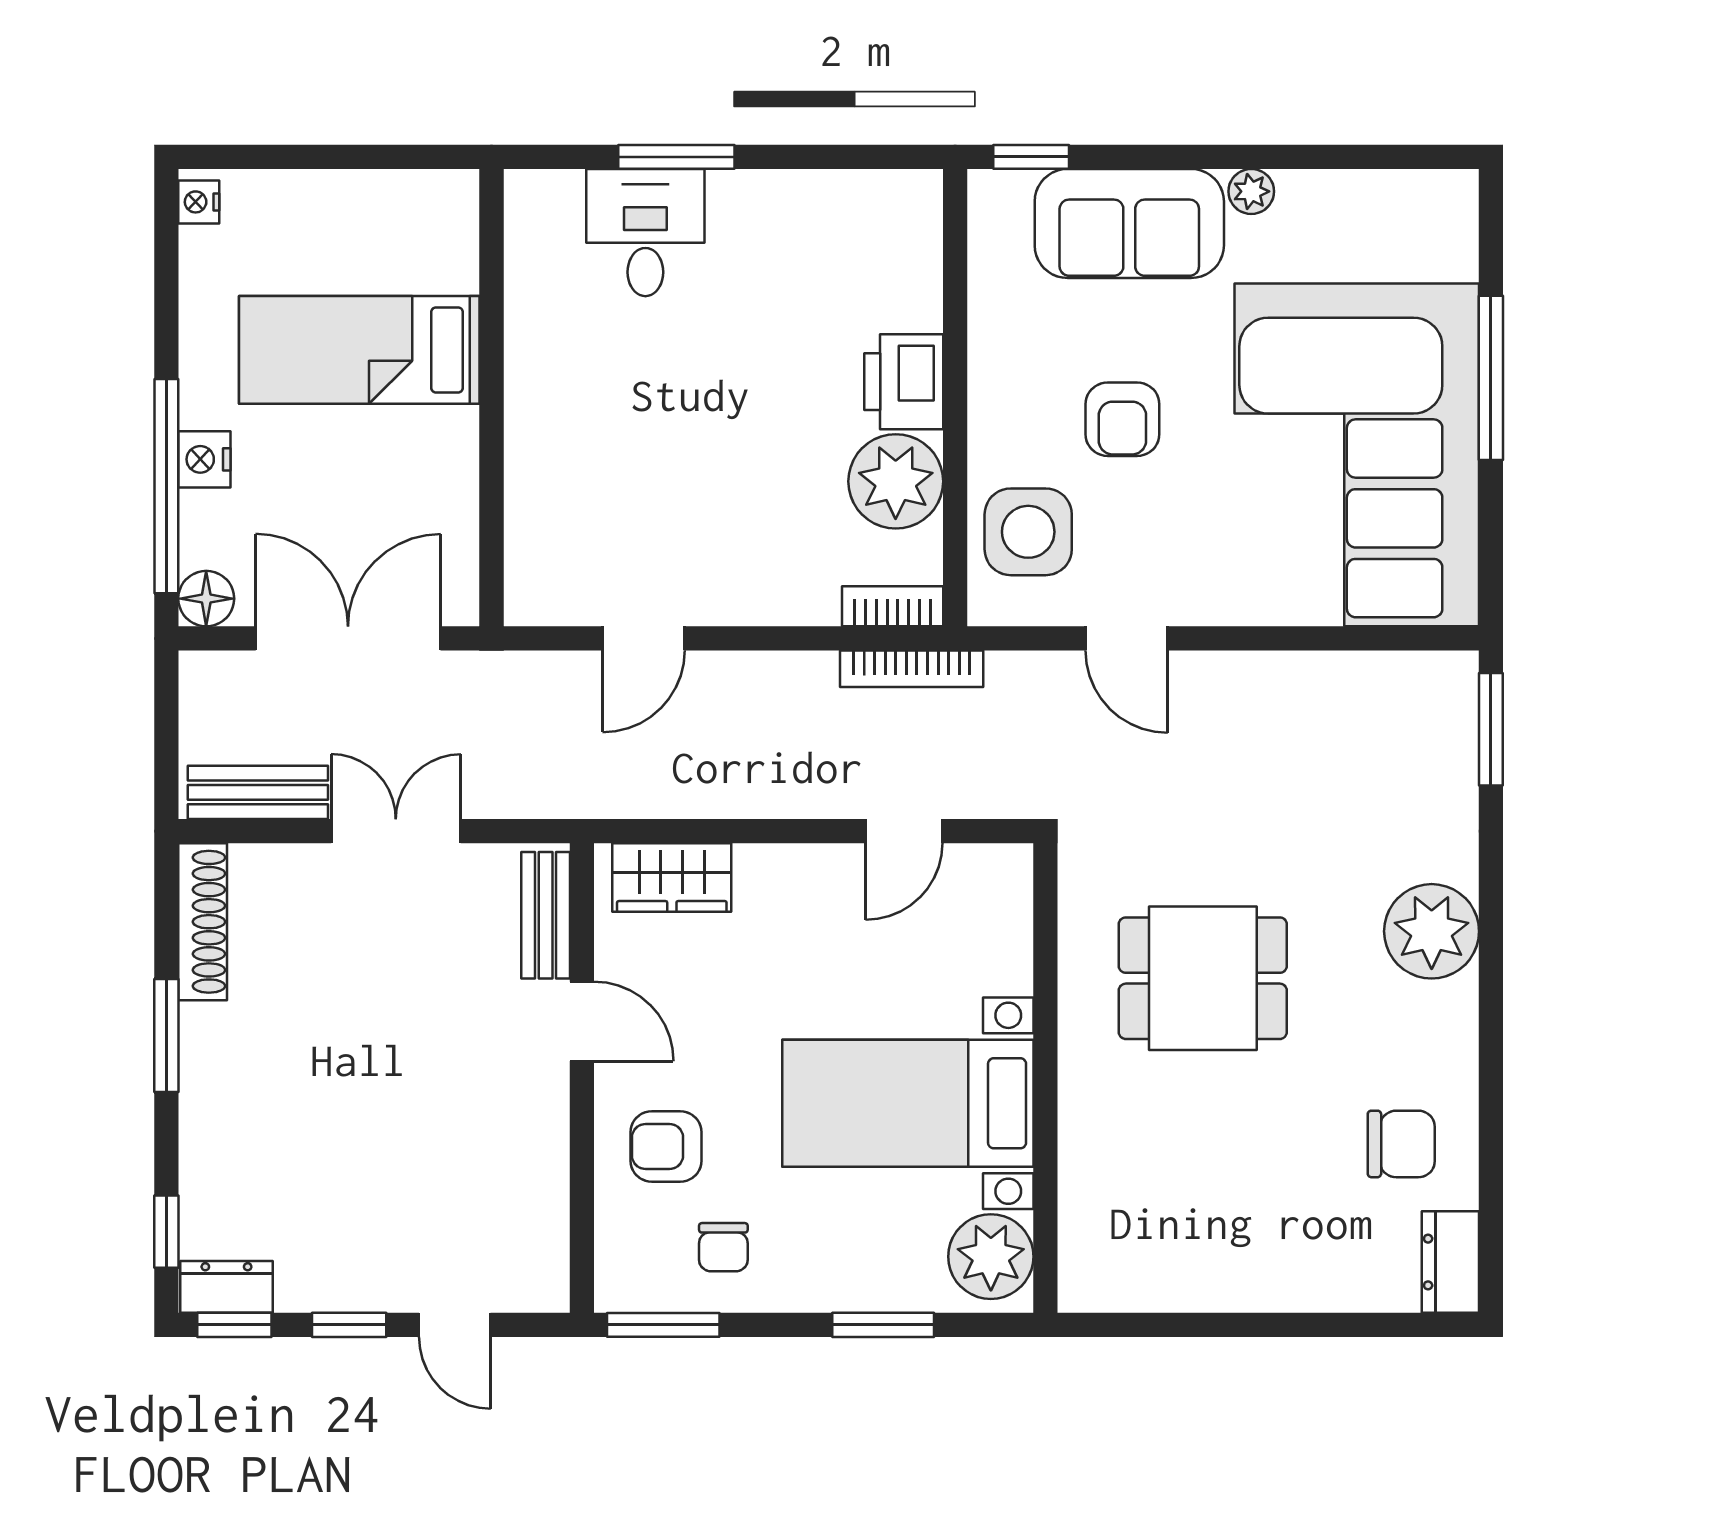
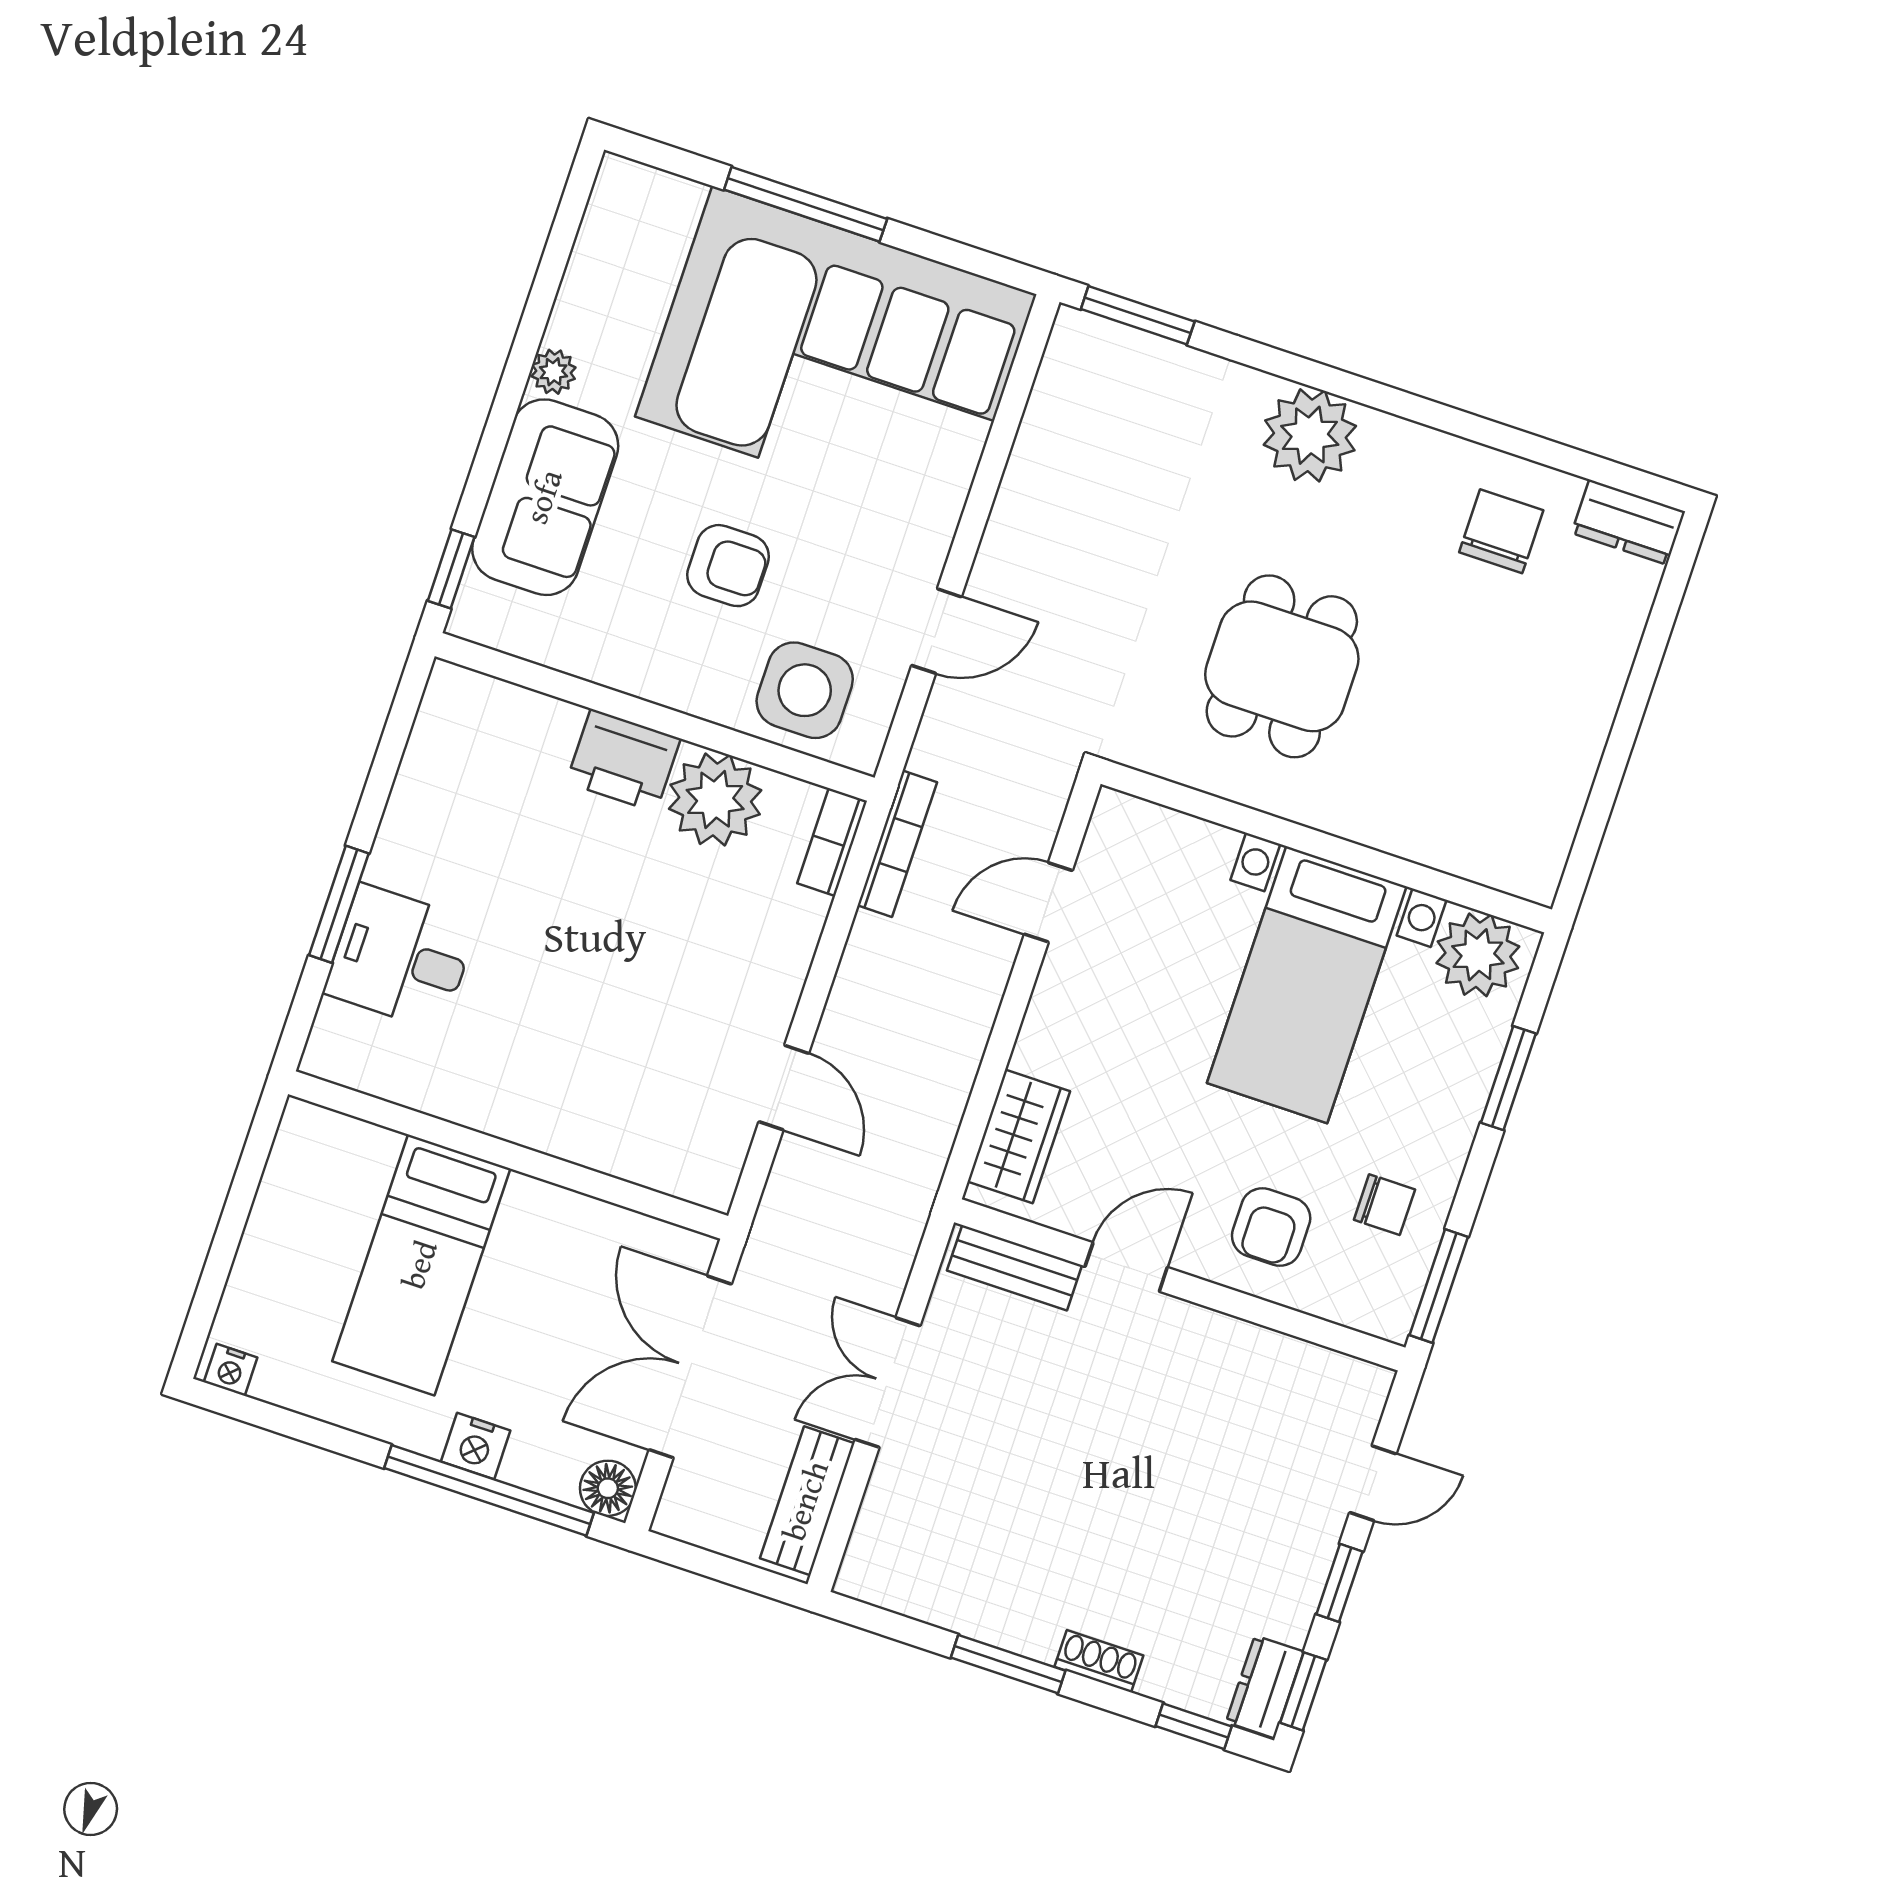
door: (904, 831) -> (1048, 902), swing flipped
shoe rack: (203, 922) -> (1099, 1661), moved, width x0.51, depth x0.81

